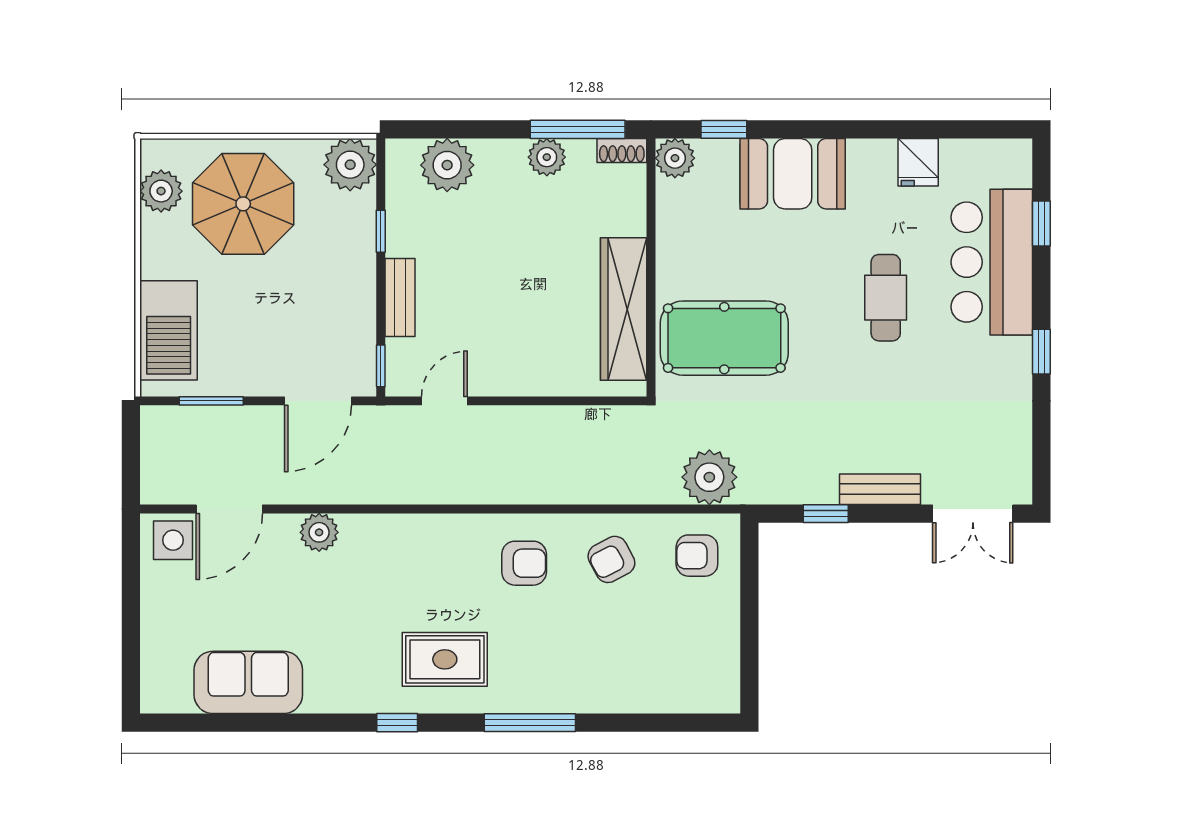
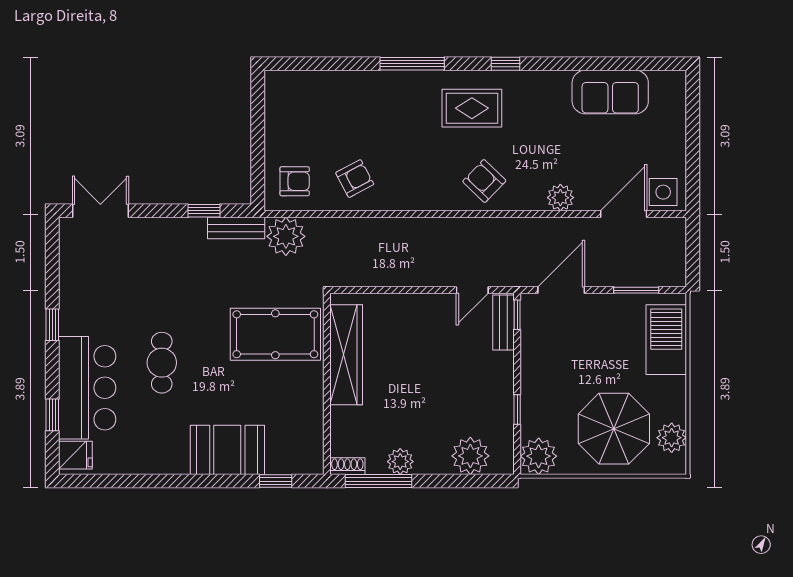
plant: (675, 158) -> (310, 461), removed
fridge: (918, 162) -> (75, 455), moved, turned 90
bench: (400, 297) -> (503, 322), moved
bench: (880, 489) -> (236, 228), moved
armchair: (524, 563) -> (484, 181), moved, turned 44

